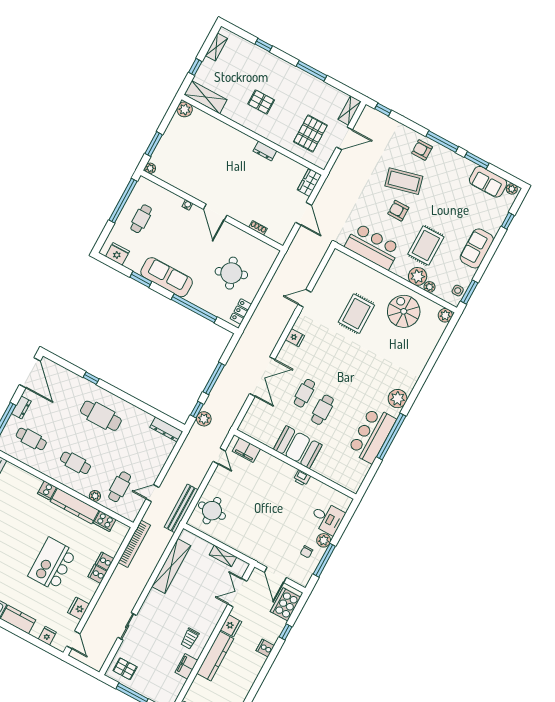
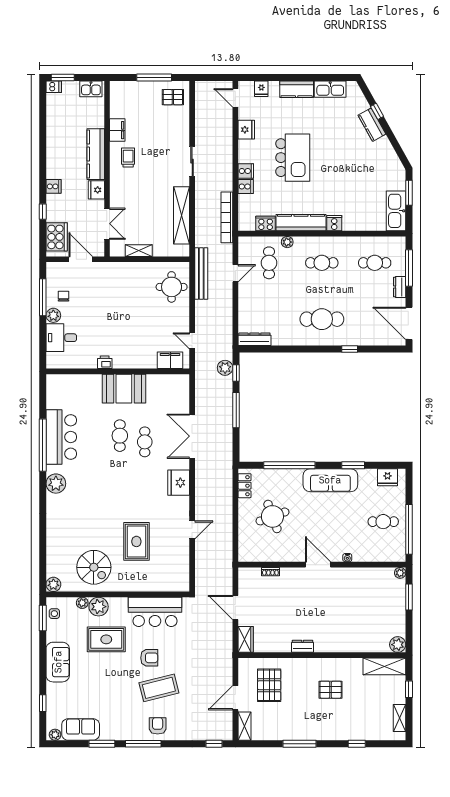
armchair: (422, 150) -> (158, 726), turned -90
cafe table: (141, 219) -> (383, 522), turned 90
rug: (426, 246) -> (106, 639), turned 90
fridge: (295, 338) -> (179, 483), width x1.88, depth x1.34
sliding door: (127, 626) -> (192, 161), moved

